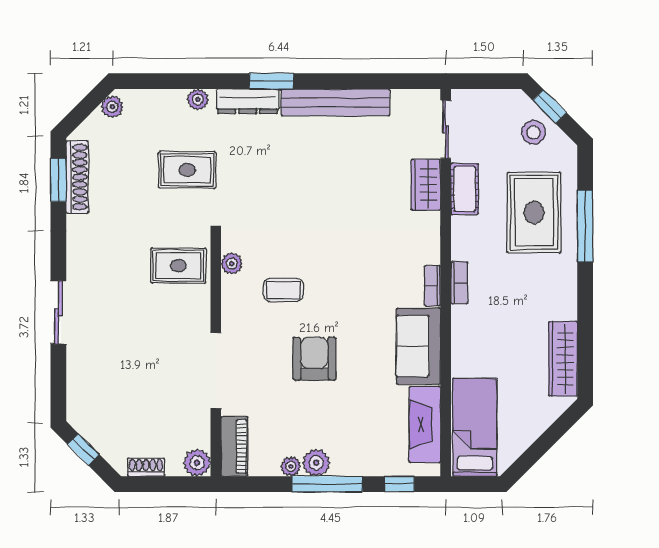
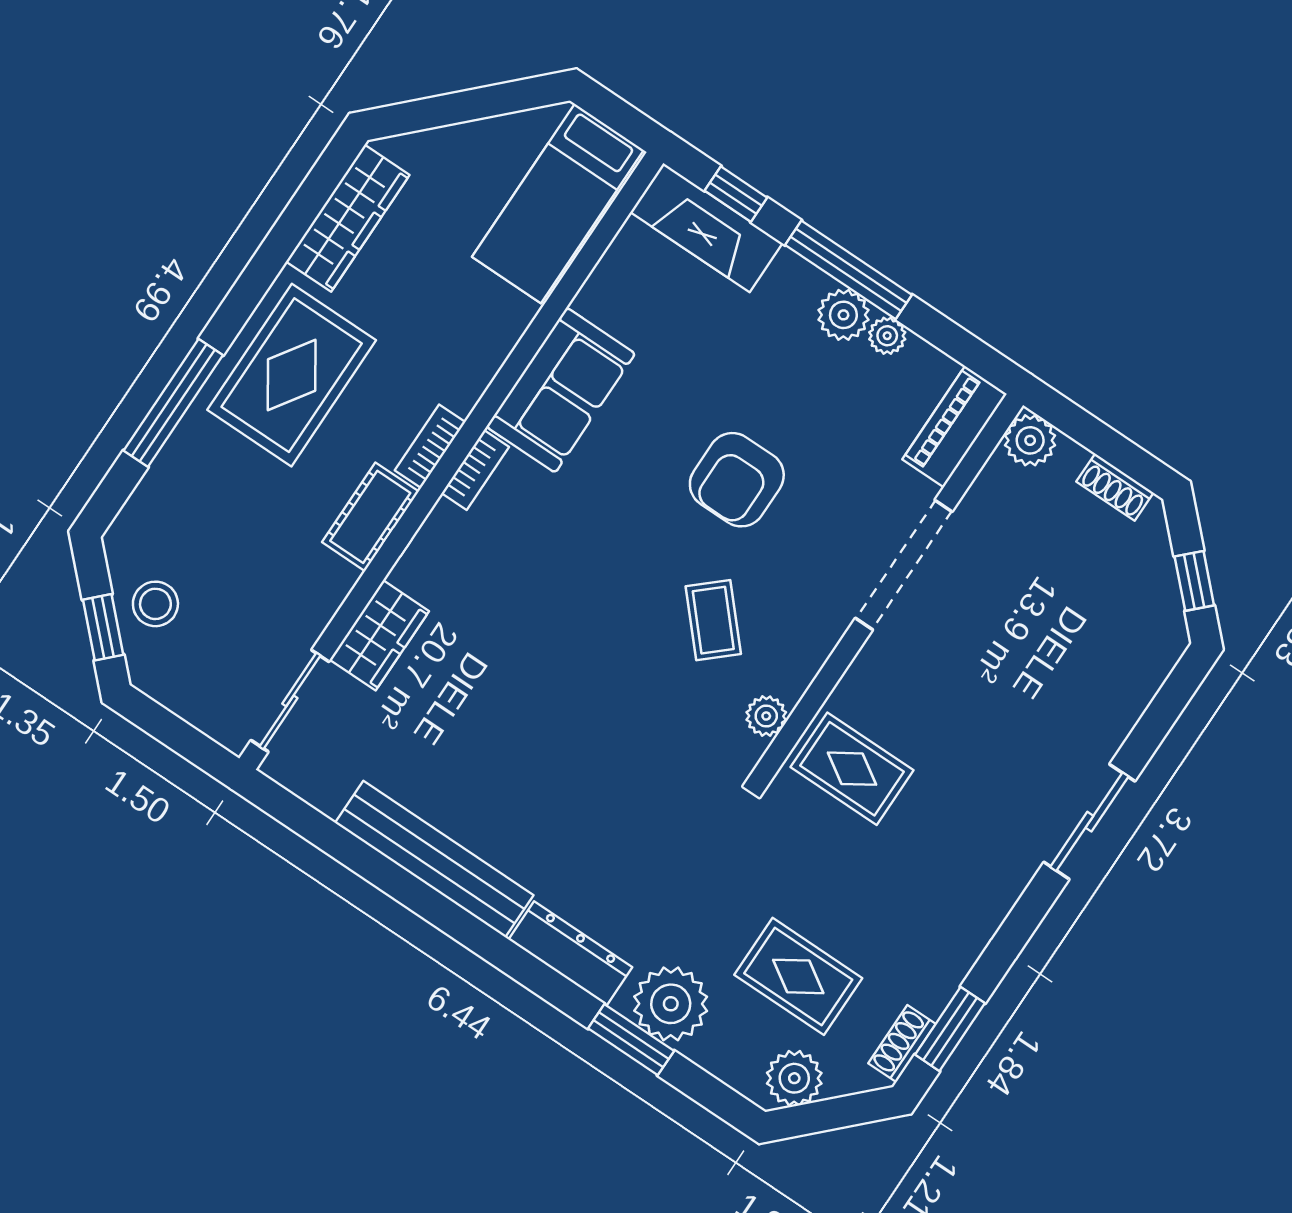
window: (271, 81) -> (631, 1040), moved
plant: (198, 99) -> (671, 1004), width x1.88, depth x1.88
plant: (112, 107) -> (794, 1078), width x1.38, depth x1.38
rug: (187, 170) -> (798, 976), moved
shoe rack: (77, 177) -> (902, 1044), width x0.51, depth x0.81
cot: (465, 189) -> (370, 517), moved
rug: (534, 213) -> (292, 375), moved
coffee table: (283, 290) -> (713, 620), turned 48
fireplace: (425, 424) -> (706, 228), moved, turned 90

